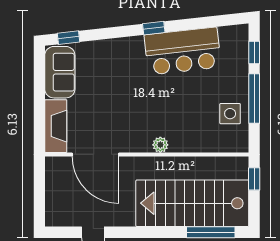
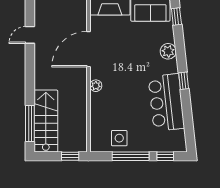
plant: (115, 49) -> (168, 51), added
door: (95, 154) -> (88, 49), moved
stairs: (192, 203) -> (46, 121), width x0.73, depth x0.66

